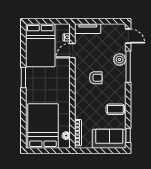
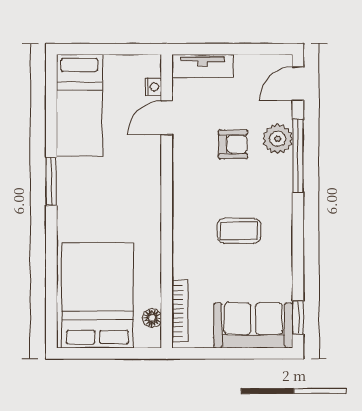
door: (128, 36) -> (298, 83), swing flipped
bed: (40, 45) -> (79, 105), width x0.67
armchair: (96, 78) -> (233, 144), moved
coffee table: (115, 109) -> (239, 231), moved

